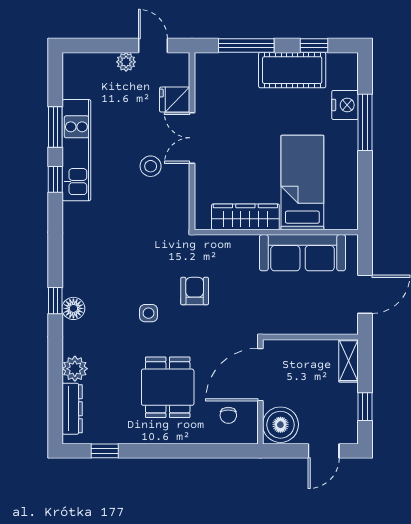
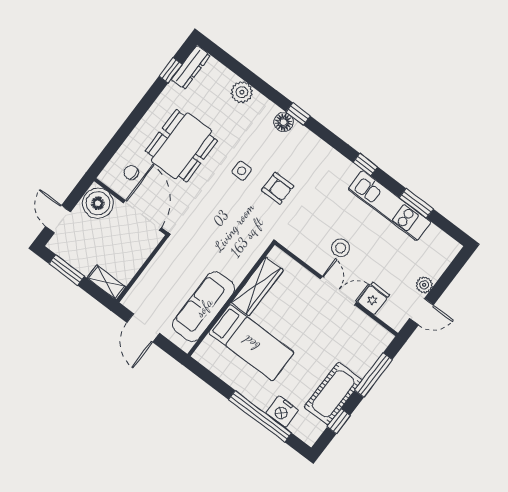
window: (365, 122) -> (260, 416), width x1.46
window: (55, 179) -> (365, 165), moved
armchair: (195, 291) -> (278, 188), moved
dining table: (168, 387) -> (181, 146), width x1.38
window: (365, 407) -> (67, 270), width x1.50
dresser: (72, 409) -> (191, 67), moved, turned -90

